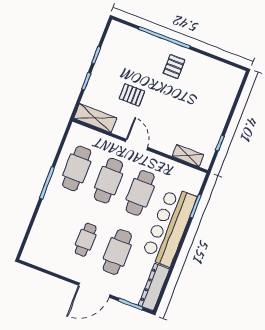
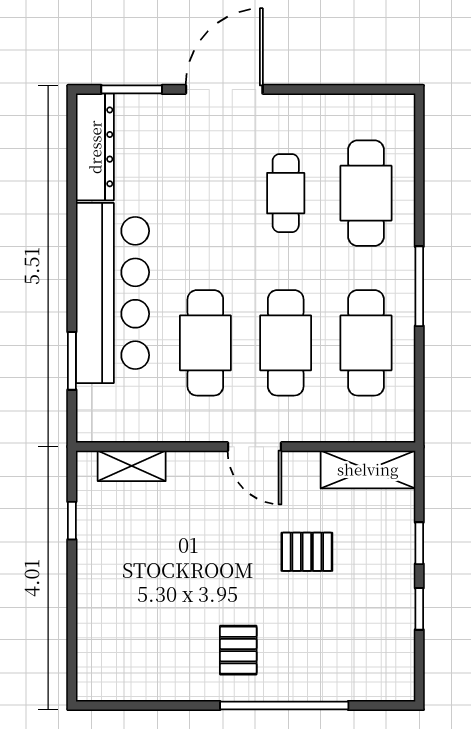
cafe table: (117, 252) -> (366, 193), moved

